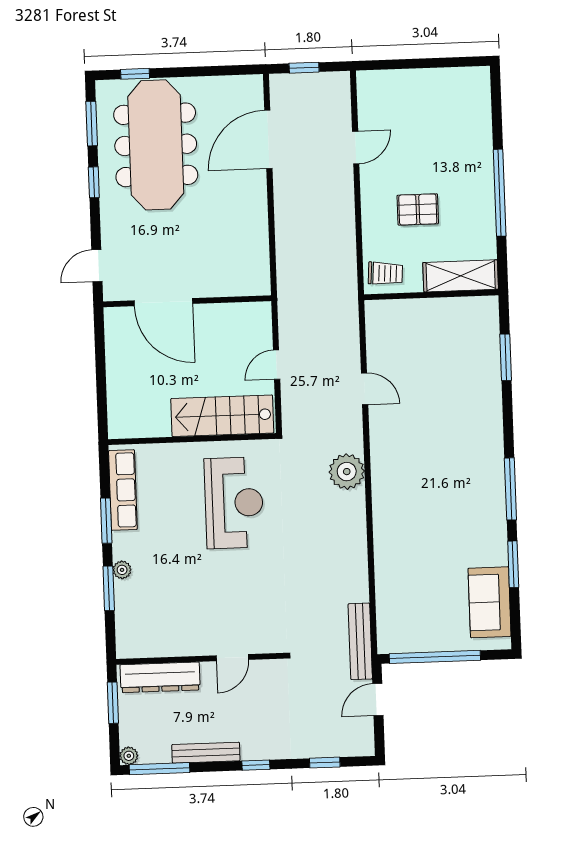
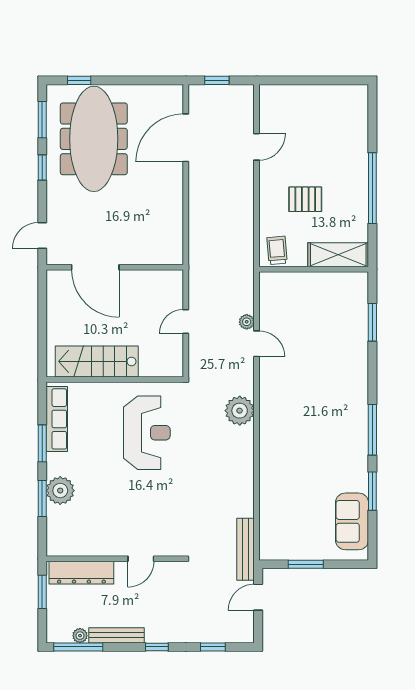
trolley: (385, 273) -> (277, 250), turned -99
plant: (351, 362) -> (247, 322), added
stairs: (222, 416) -> (97, 361), moved
plant: (122, 570) -> (60, 491), width x1.88, depth x1.88
window: (435, 657) -> (306, 564), width x0.47
plant: (129, 756) -> (80, 636), moved

